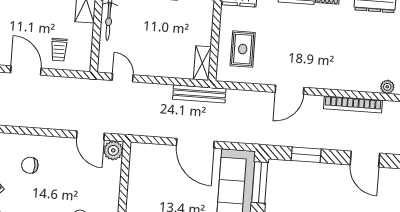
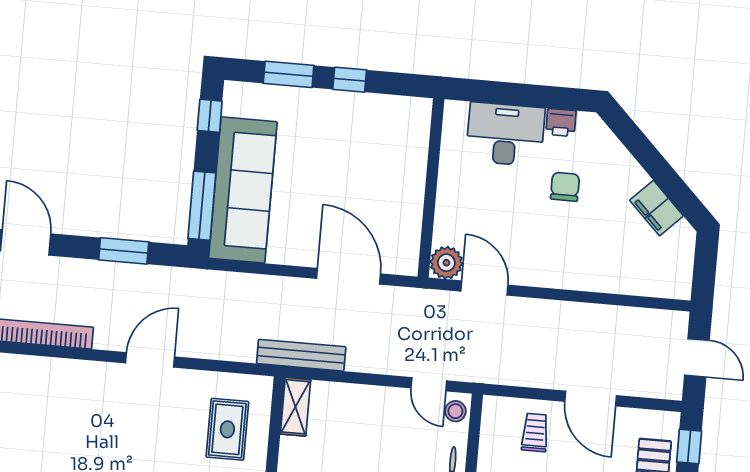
stool: (107, 62) -> (455, 411), added
door: (195, 143) -> (349, 276), moved
chair: (30, 165) -> (565, 187), moved, turned -90

